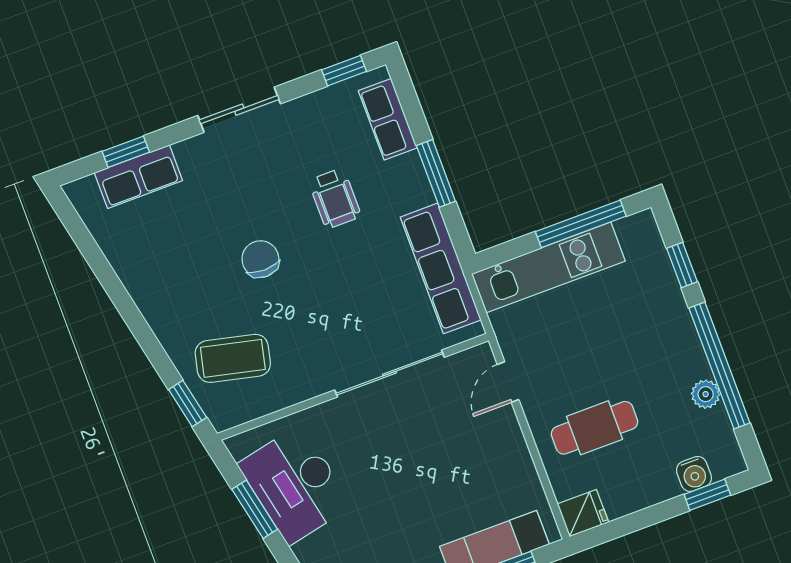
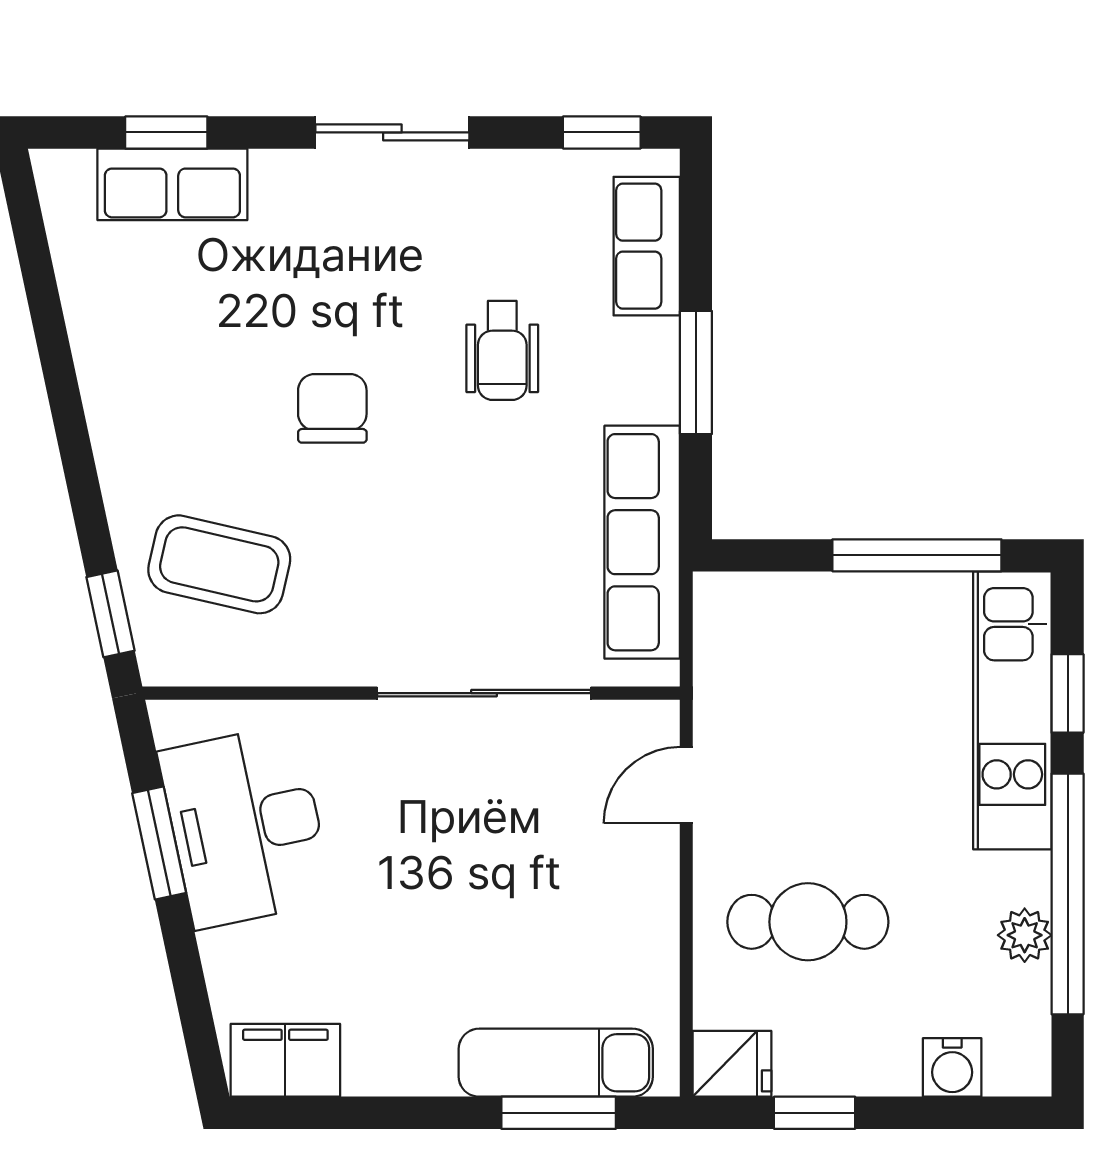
kitchen unit: (548, 267) -> (1012, 710), moved, turned 90
window: (707, 495) -> (815, 1113), moved

